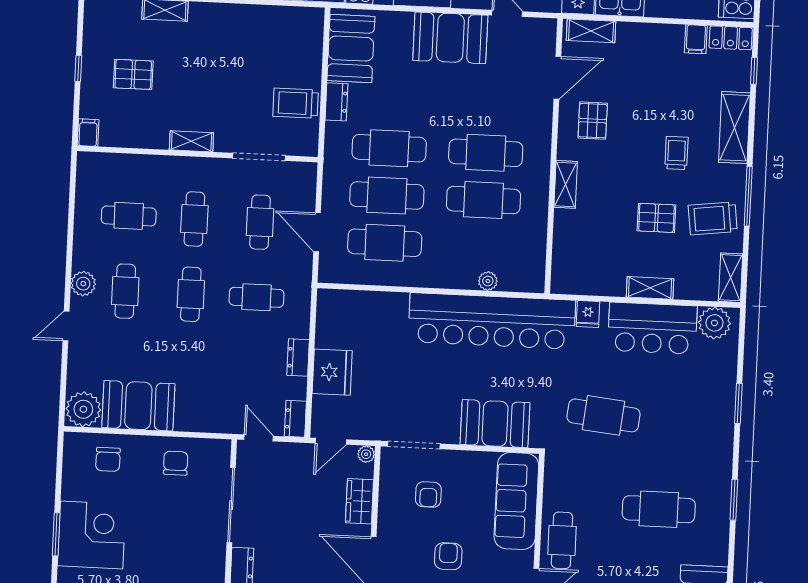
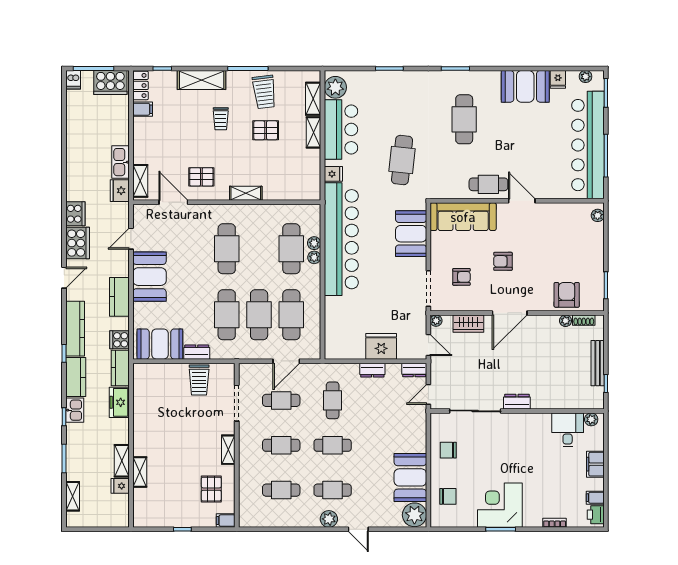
pallet: (133, 74) -> (211, 489), moved
trolley: (676, 153) -> (221, 119), turned -90
cafe table: (483, 200) -> (291, 249), moved
cafe table: (129, 216) -> (281, 490), turned 90
pallet: (656, 218) -> (266, 130), turned 90
shelving: (731, 278) -> (313, 99), moved, turned 90
plant: (467, 280) -> (314, 257), added

